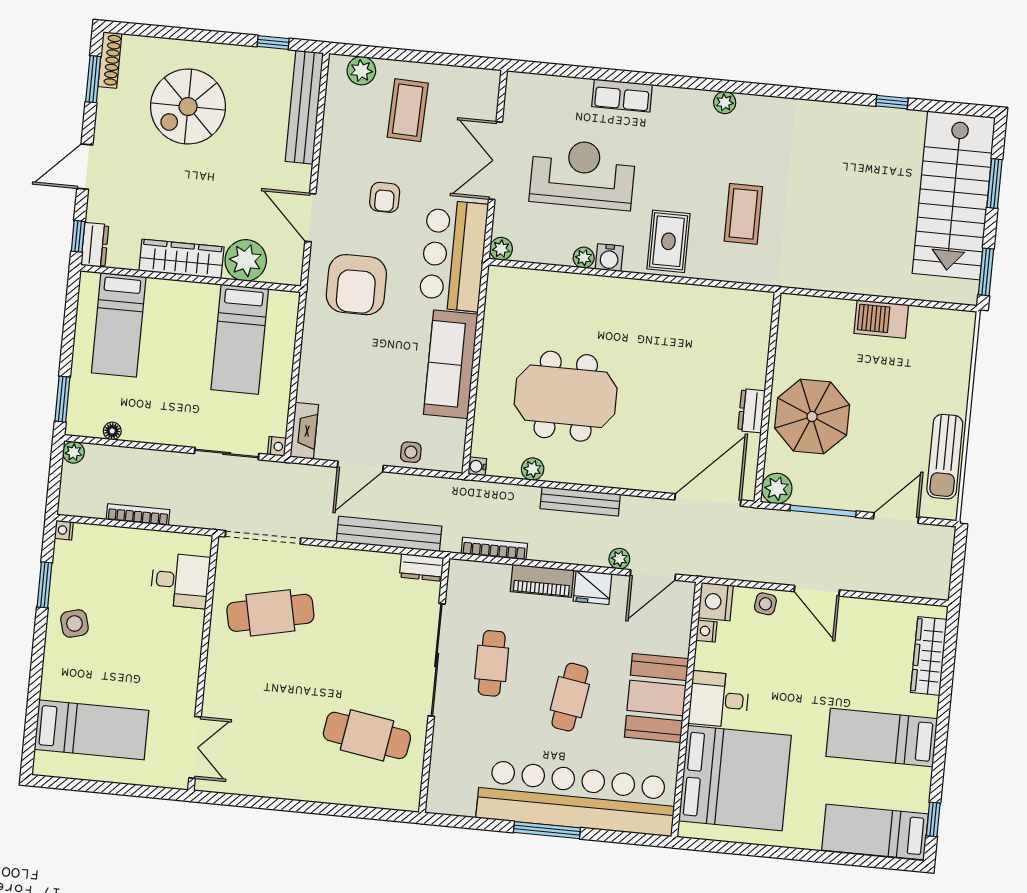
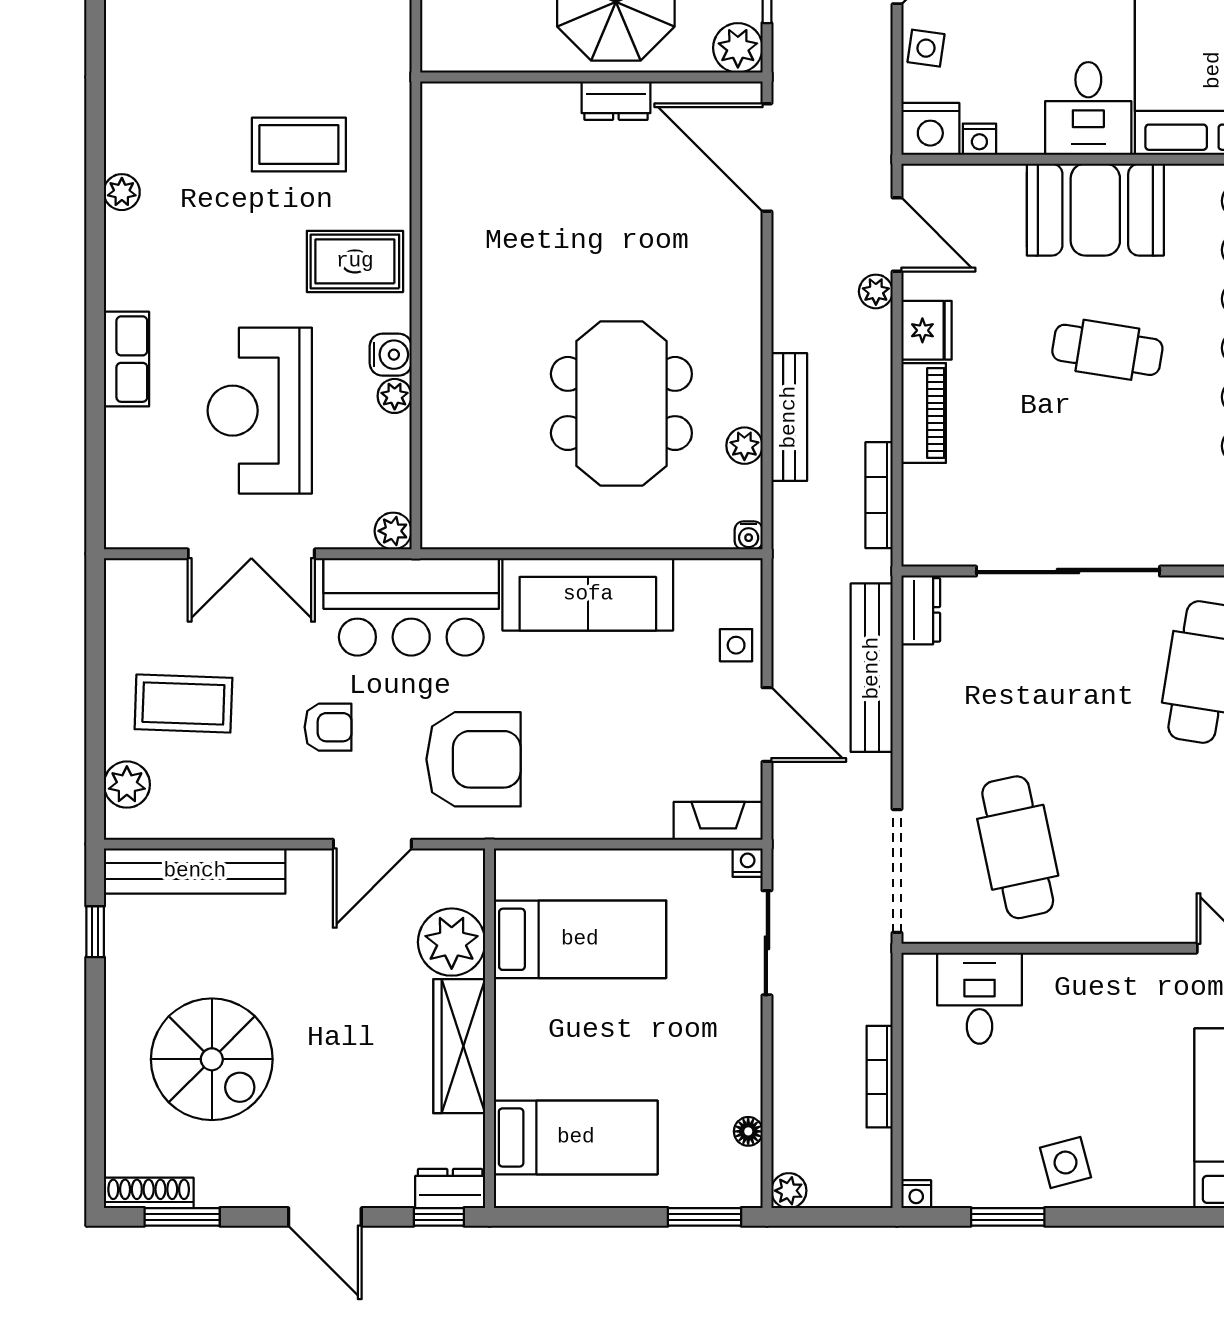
bench: (580, 501) -> (789, 417), moved
cafe table: (492, 663) -> (1065, 482), removed

